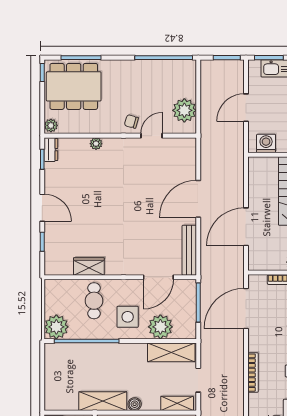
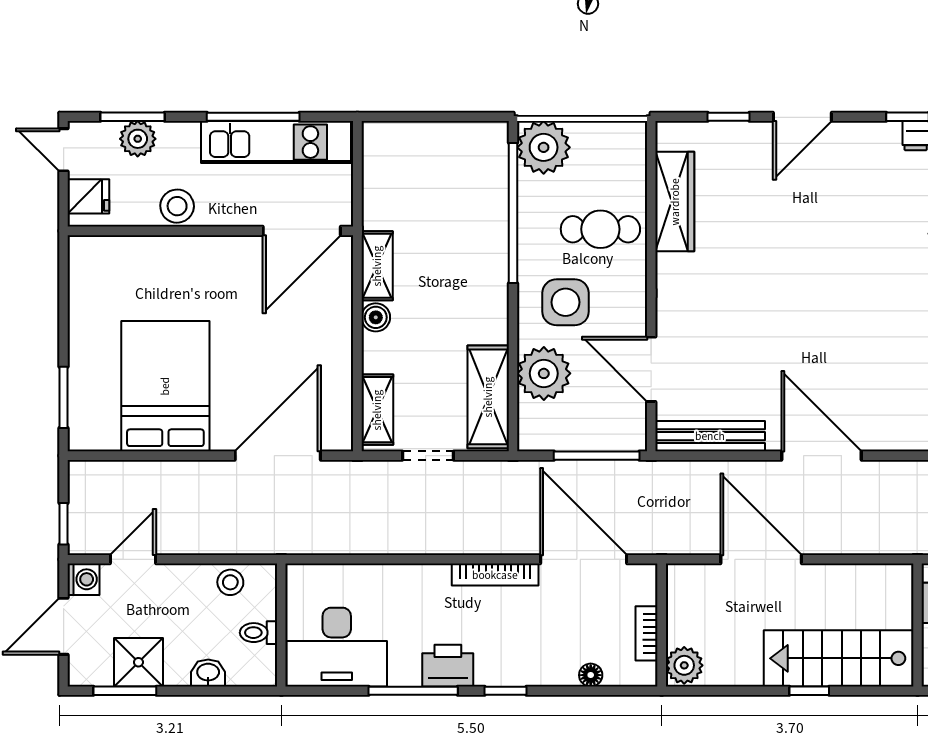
wardrobe: (89, 267) -> (675, 202), width x1.50
bookcase: (253, 373) -> (495, 575), moved
shelving: (103, 401) -> (377, 266), width x0.67, depth x0.75

